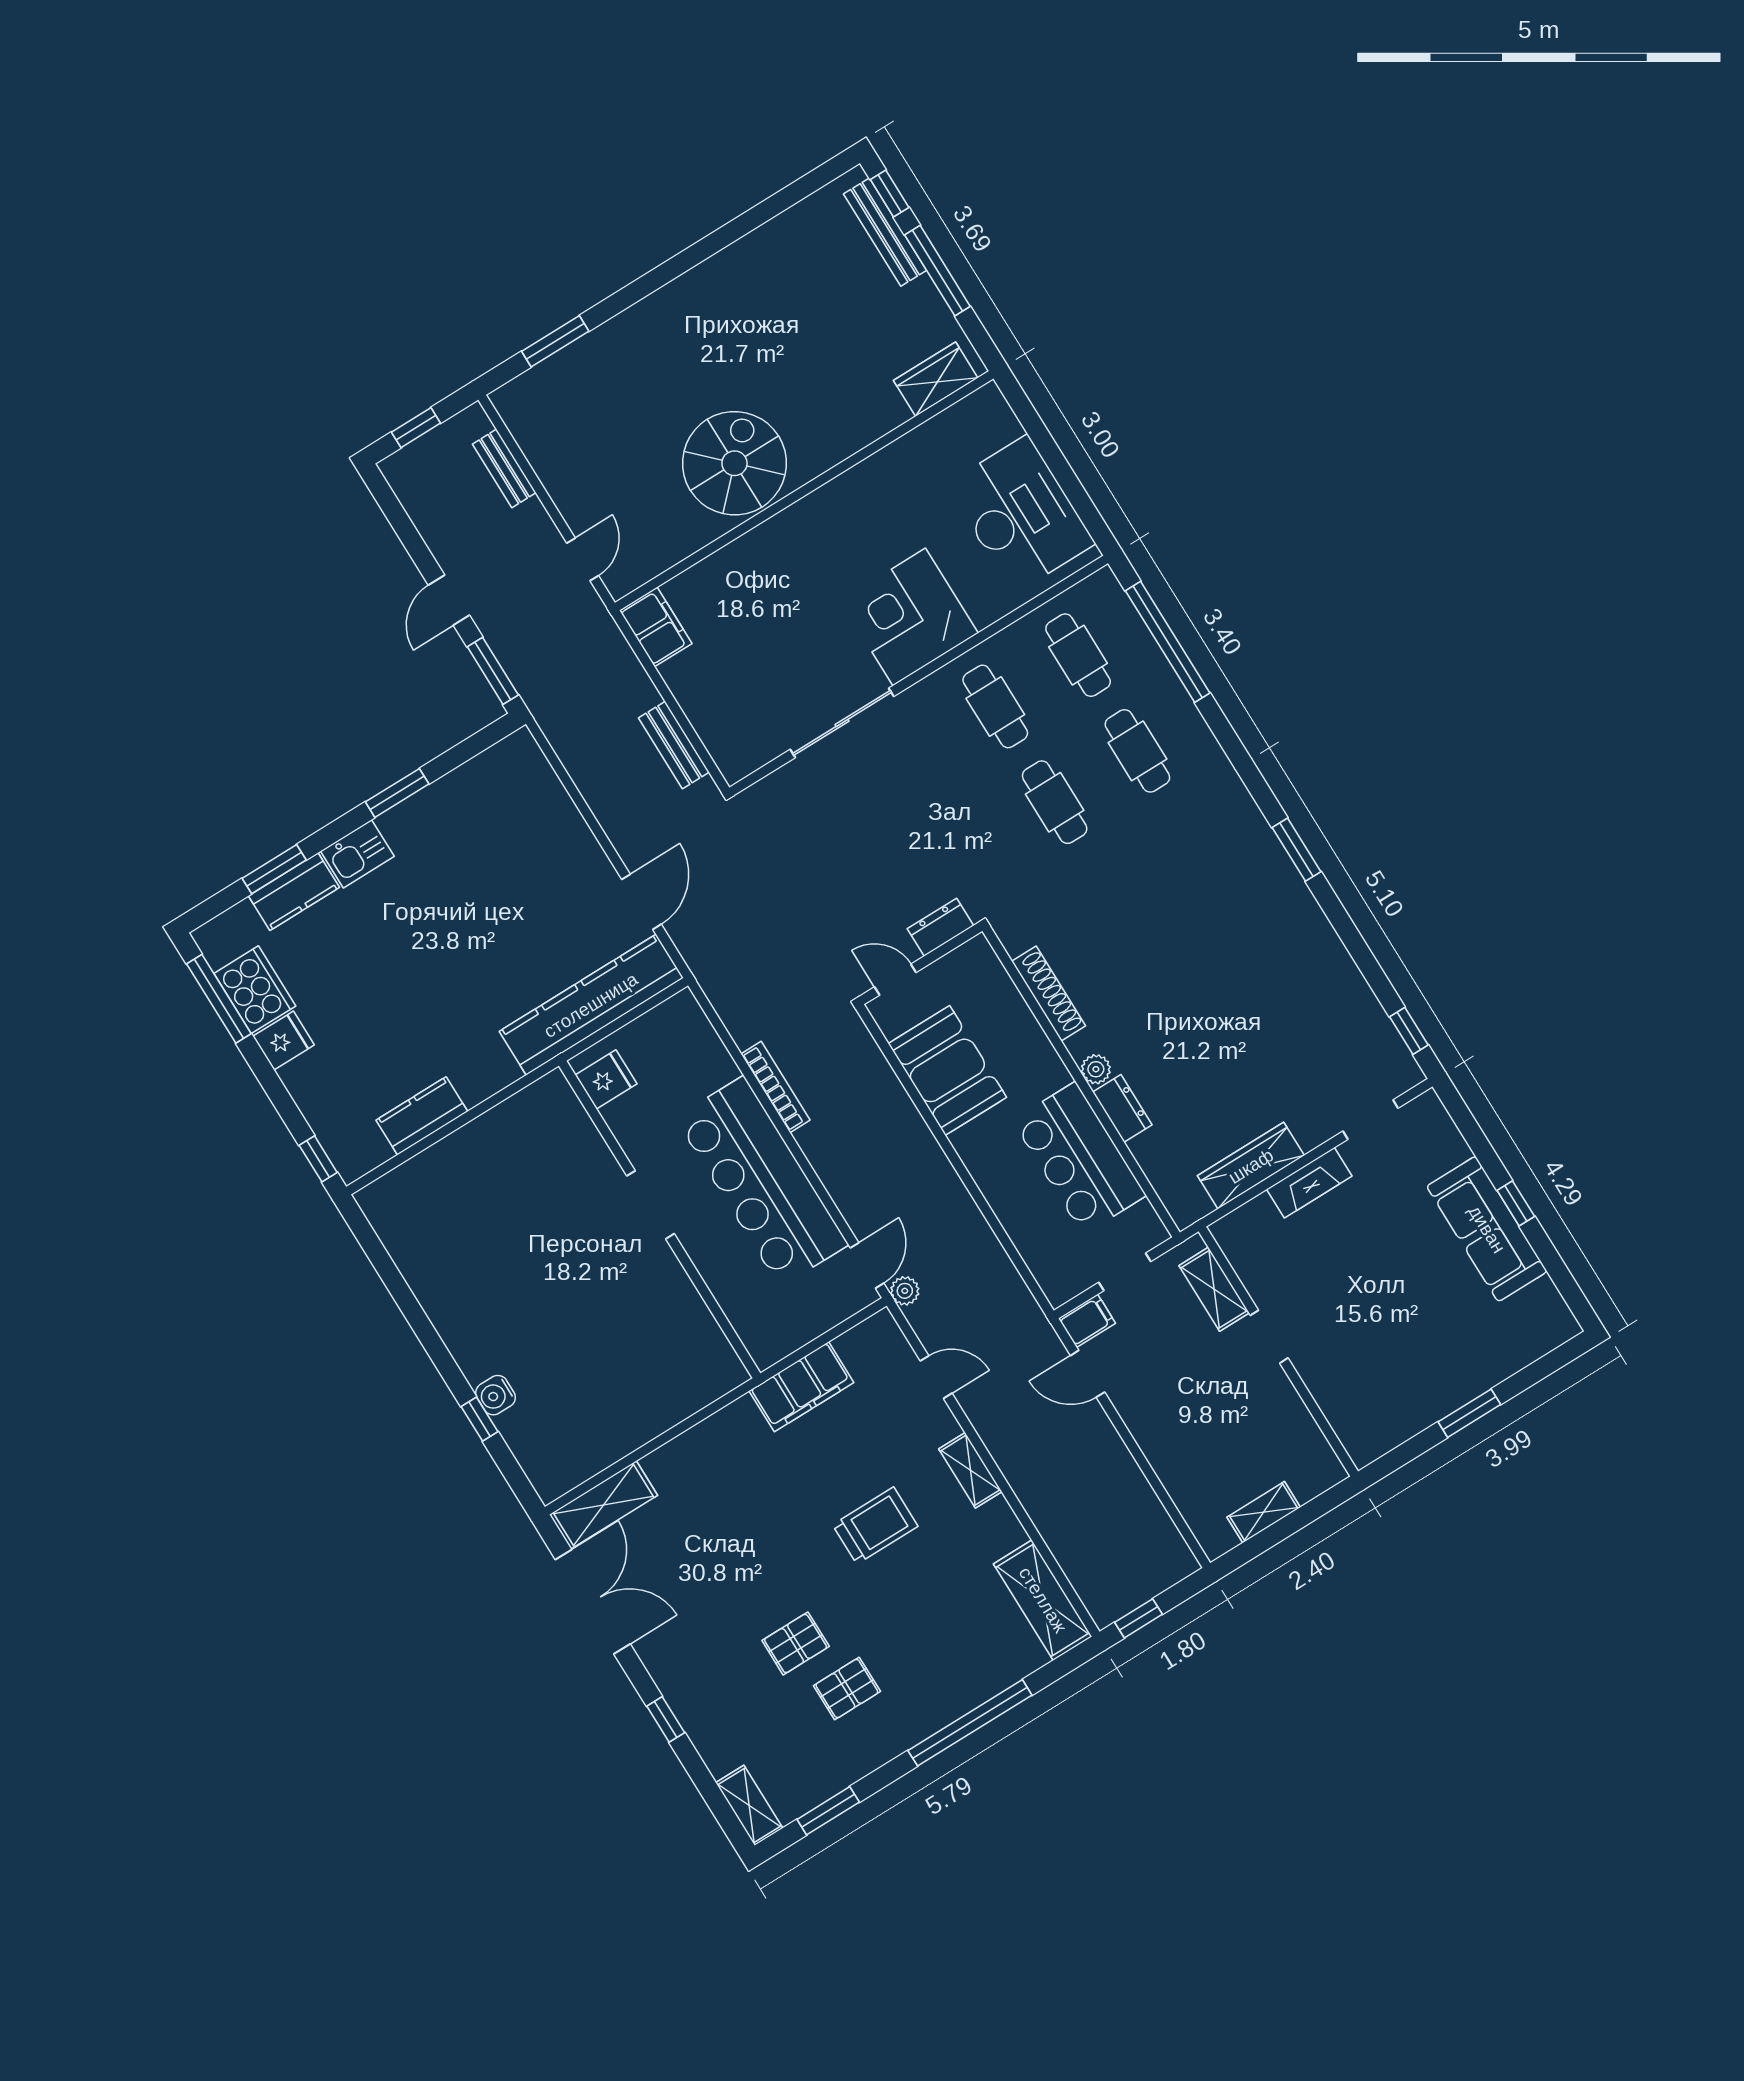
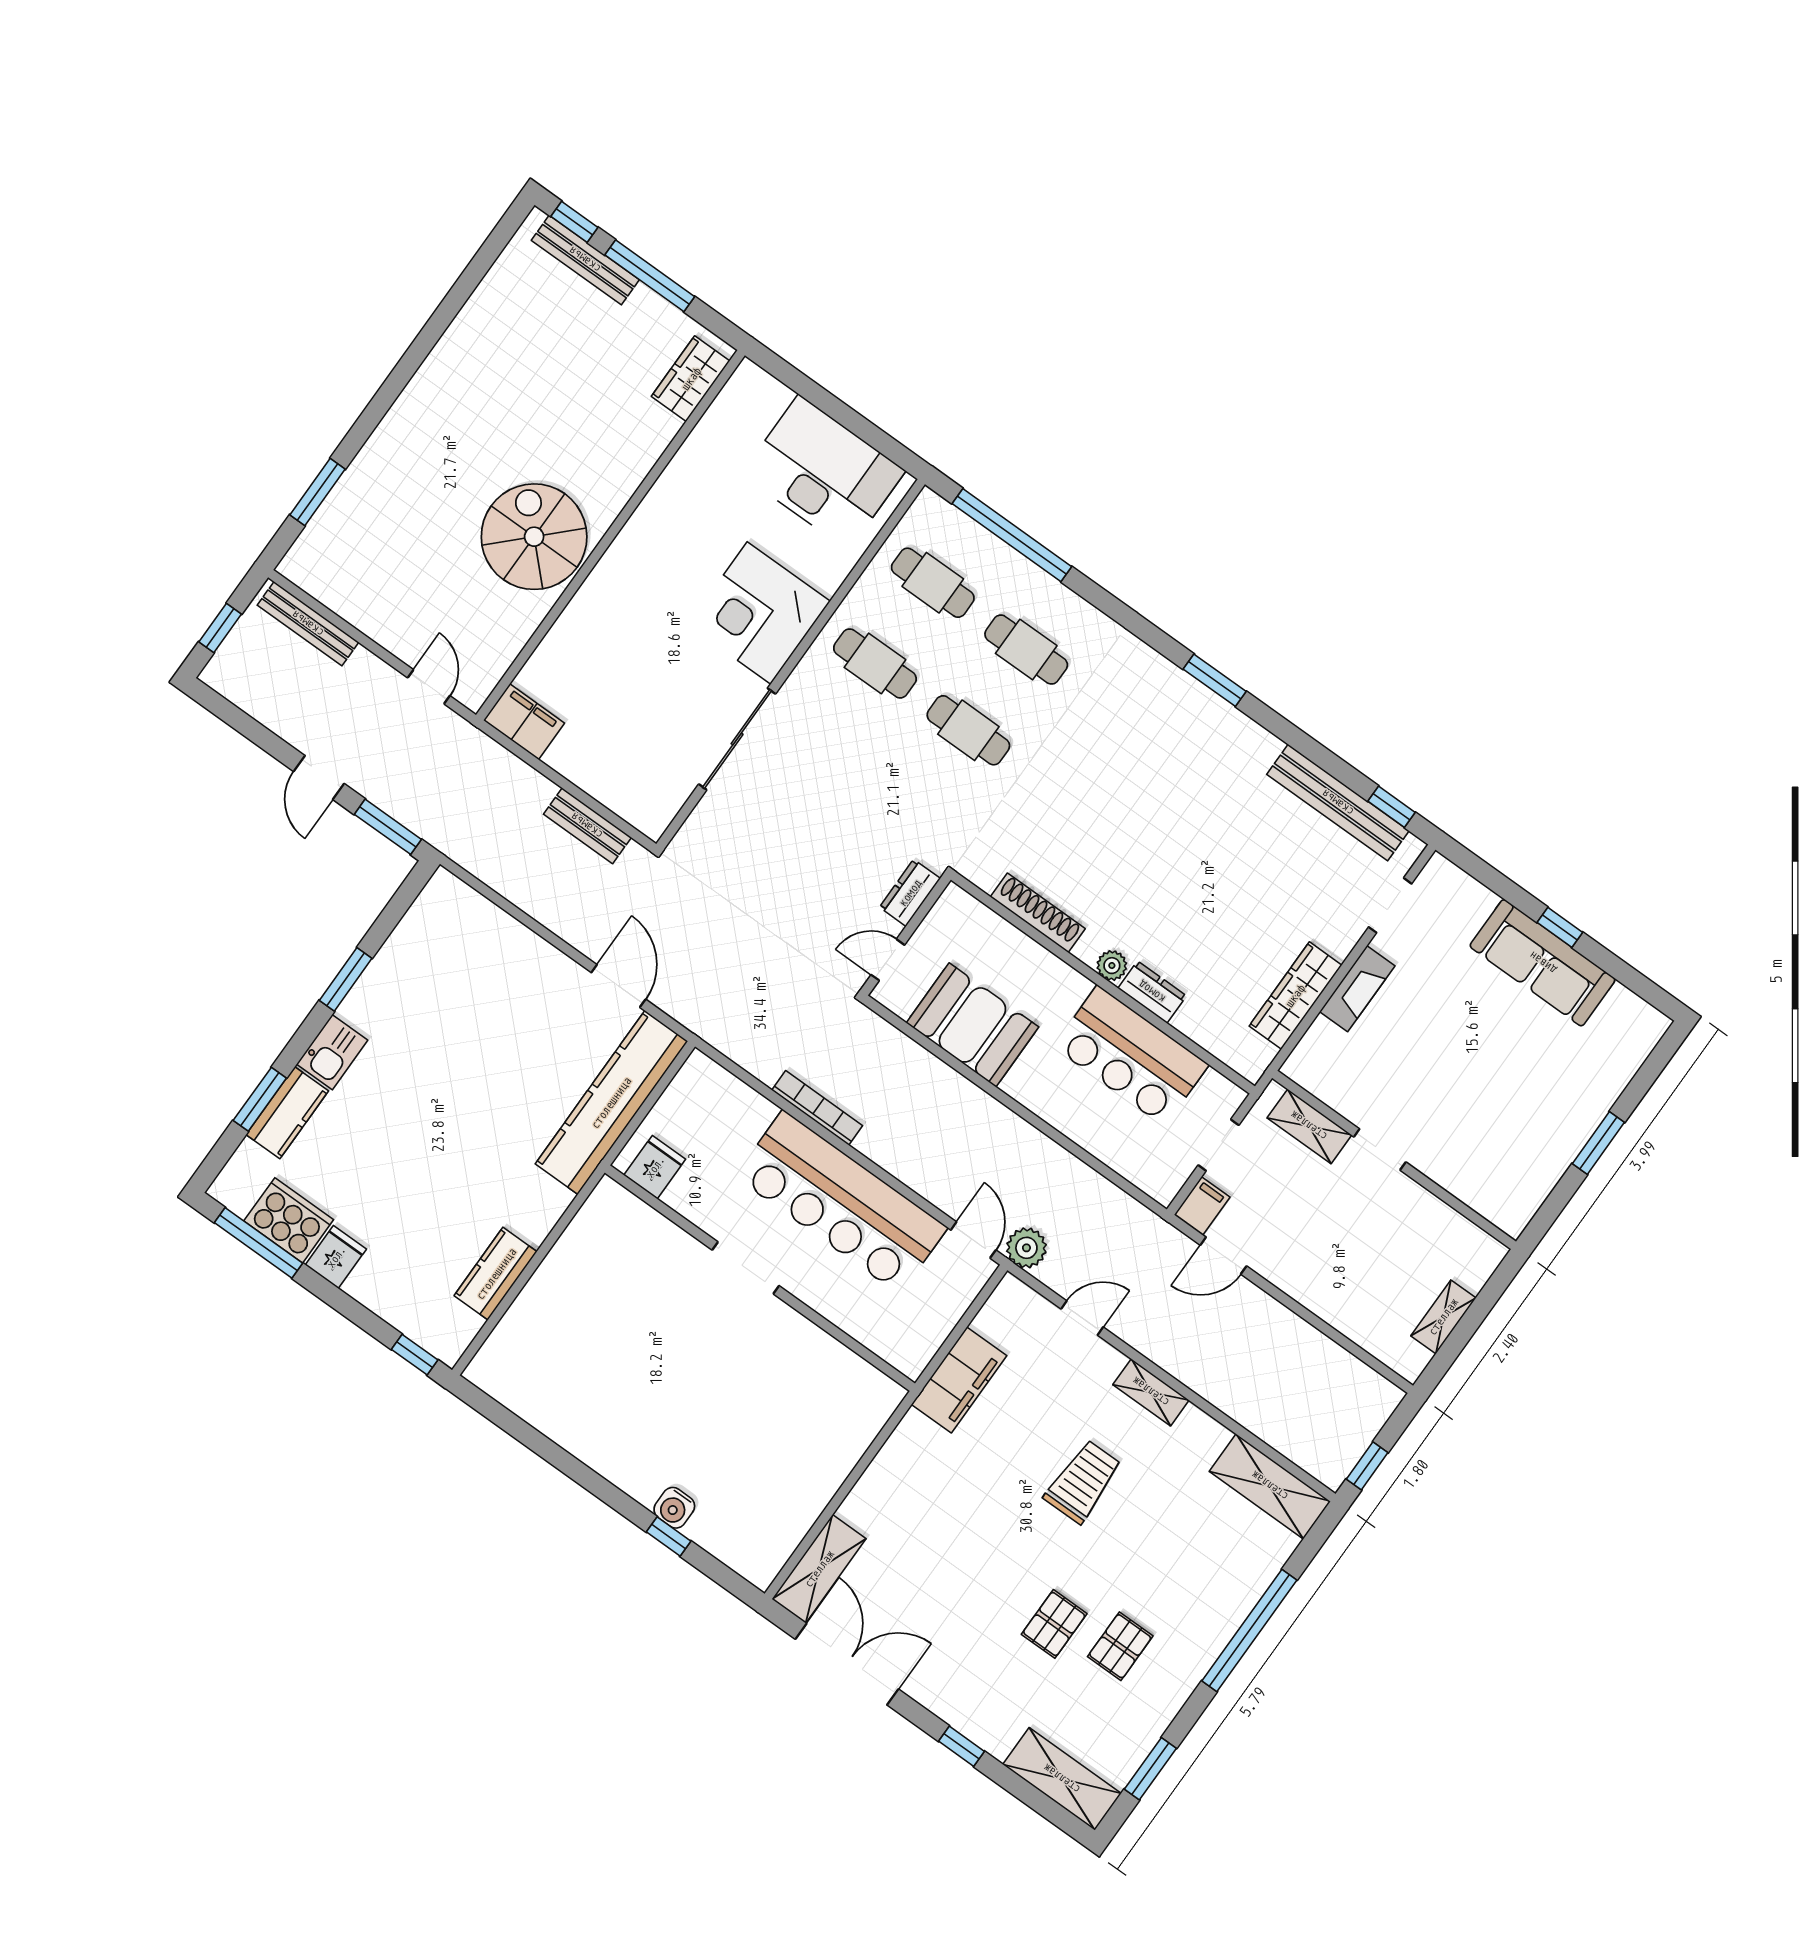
bench: (504, 468) -> (308, 624), width x1.36
bench: (1362, 1007) -> (1338, 803), added
plant: (905, 1291) -> (1026, 1248), width x1.38, depth x1.38
shelving: (749, 1805) -> (1062, 1779), width x1.50, depth x1.33

